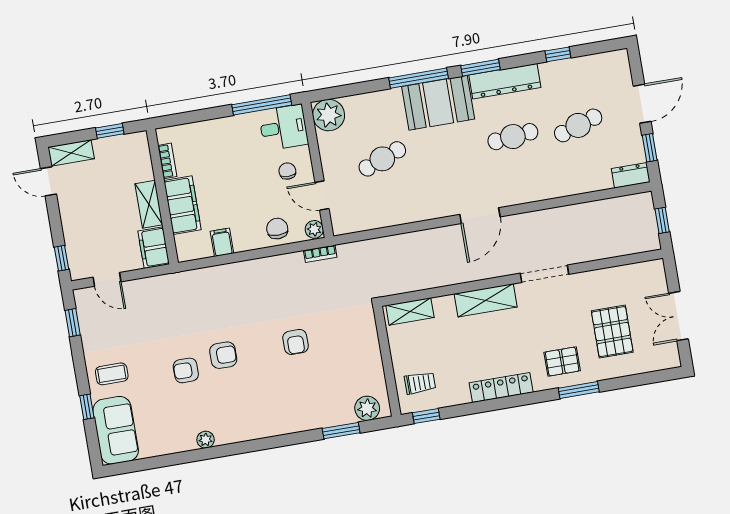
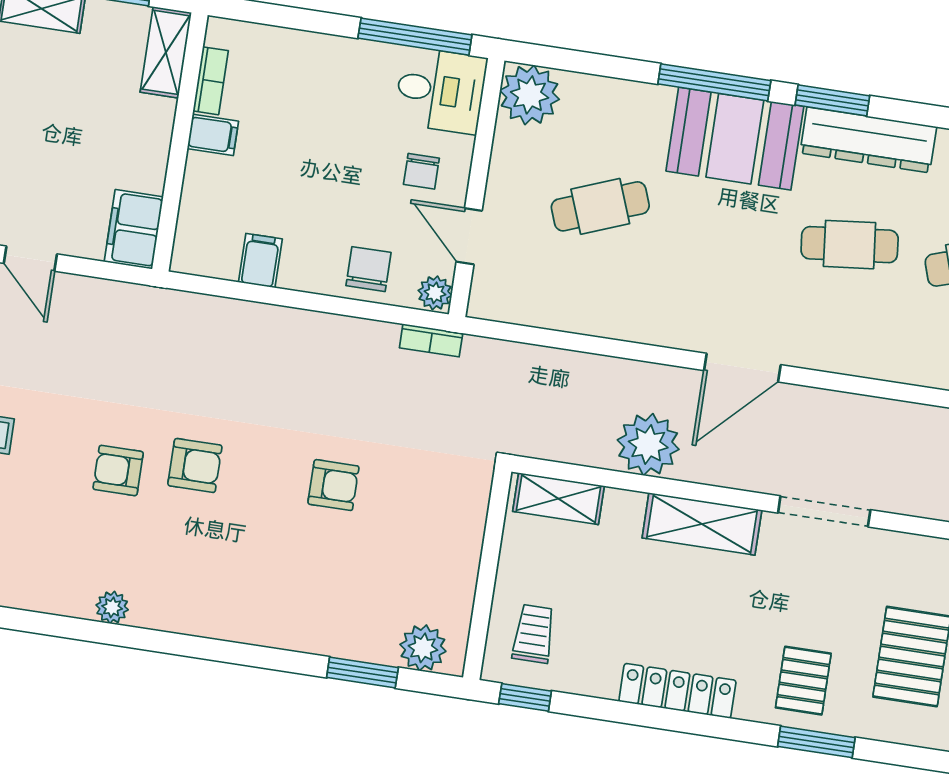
chair: (287, 171) -> (421, 171), turned 180
shelving: (149, 204) -> (166, 52), moved
filing cabinet: (183, 205) -> (213, 135), width x0.33, depth x0.86
plant: (446, 270) -> (648, 445), added
armchair: (296, 342) -> (333, 485), turned -90
pallet: (562, 362) -> (803, 681), turned 90
trolley: (420, 383) -> (534, 634), turned -90

